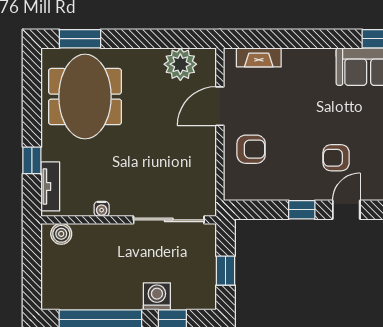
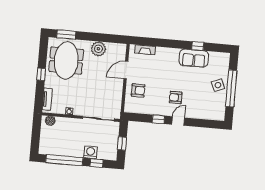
plant: (180, 64) -> (98, 49), moved
window: (32, 160) -> (41, 74), moved

